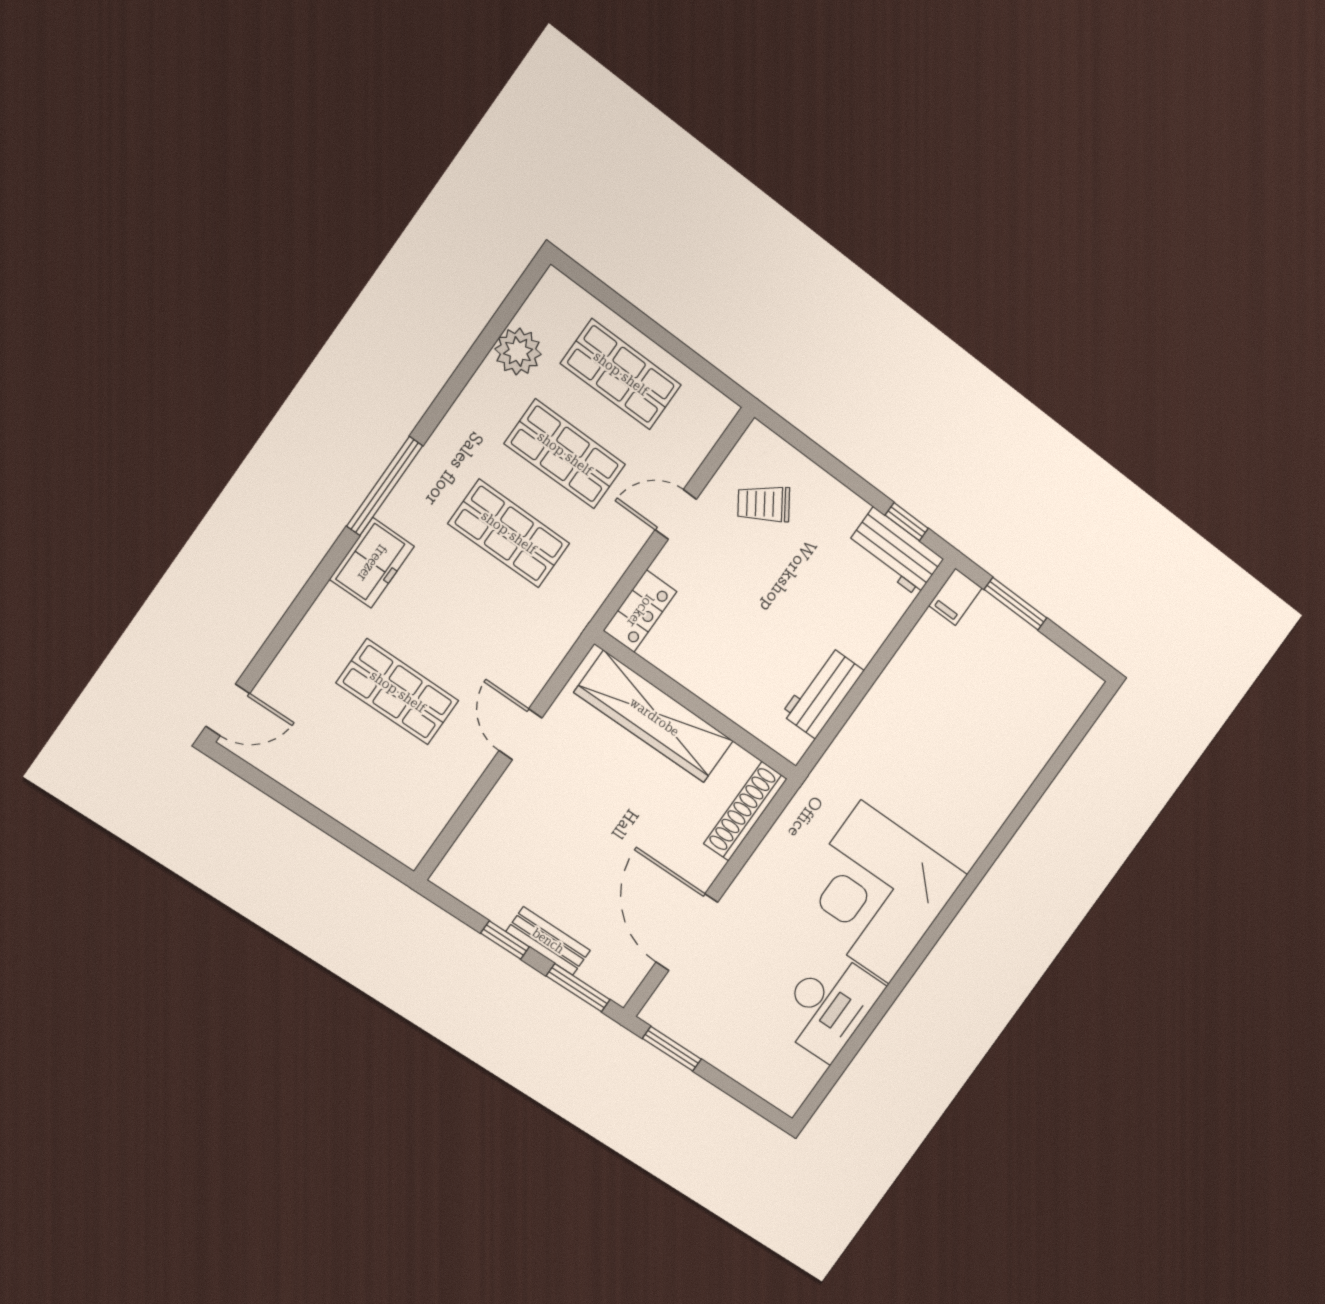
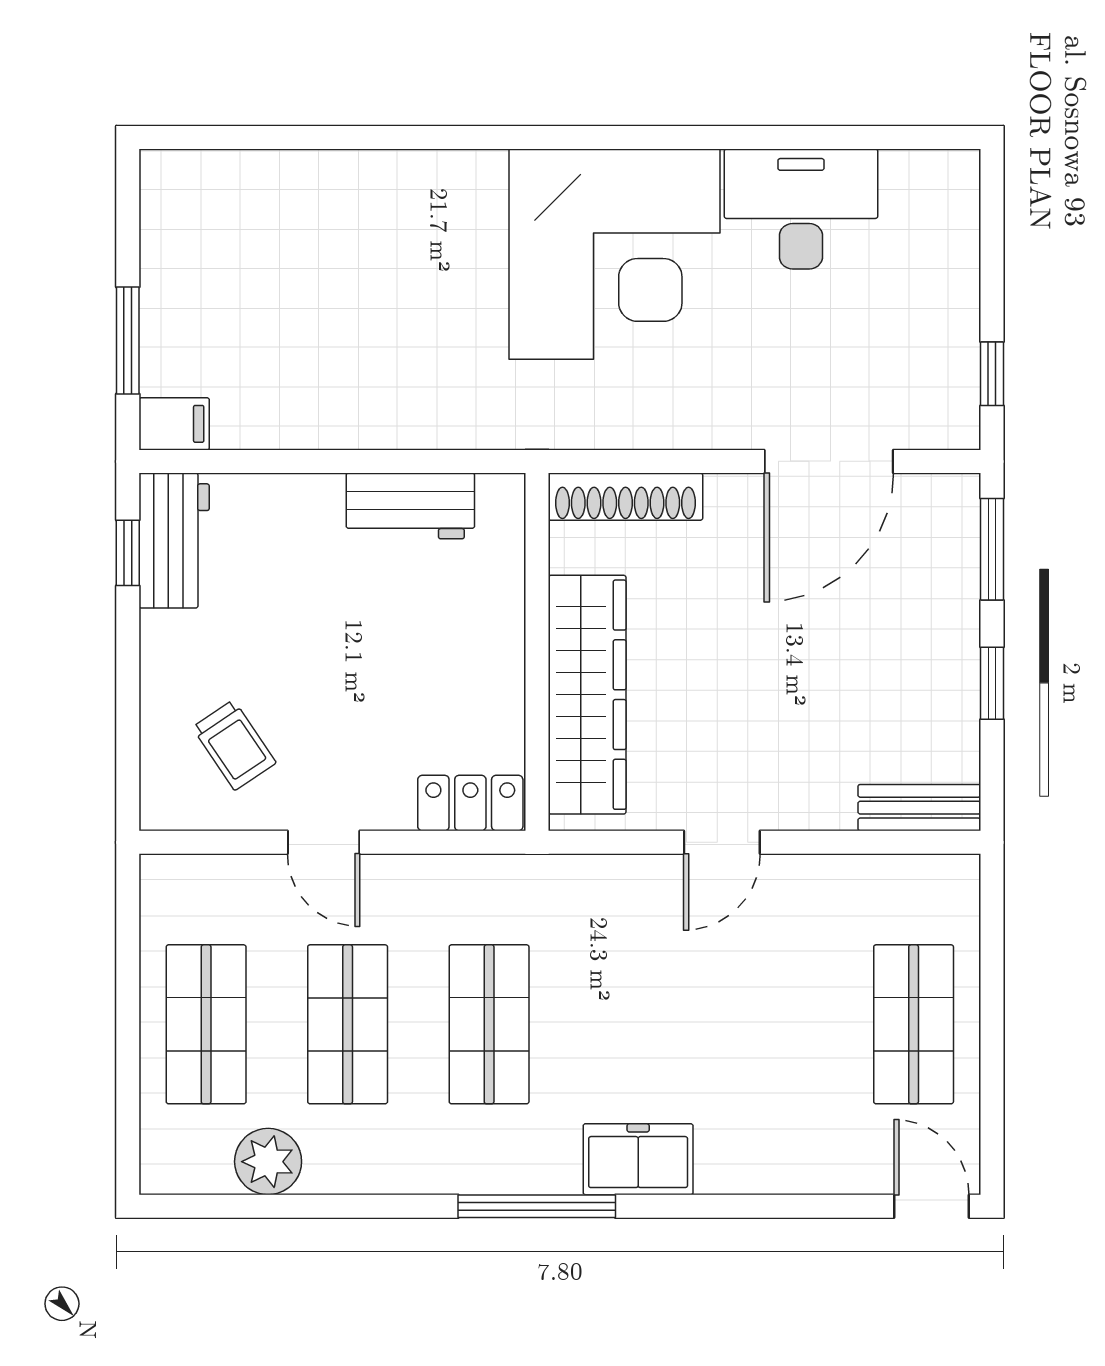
shop shelf: (398, 692) -> (914, 1024), moved
bench: (548, 941) -> (919, 808), moved, turned 90
window: (672, 1049) -> (992, 374), width x0.67

